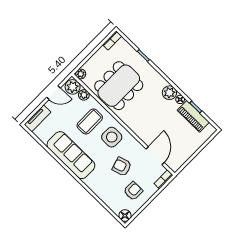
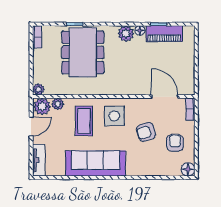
dining table: (119, 86) -> (83, 52), moved

